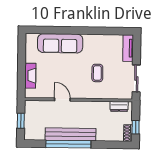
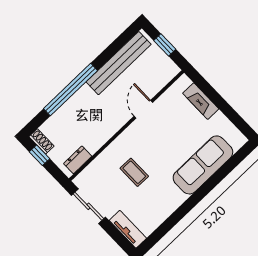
door: (62, 99) -> (143, 109), swing flipped
bench: (70, 134) -> (119, 63), moved
window: (68, 144) -> (70, 90), moved

